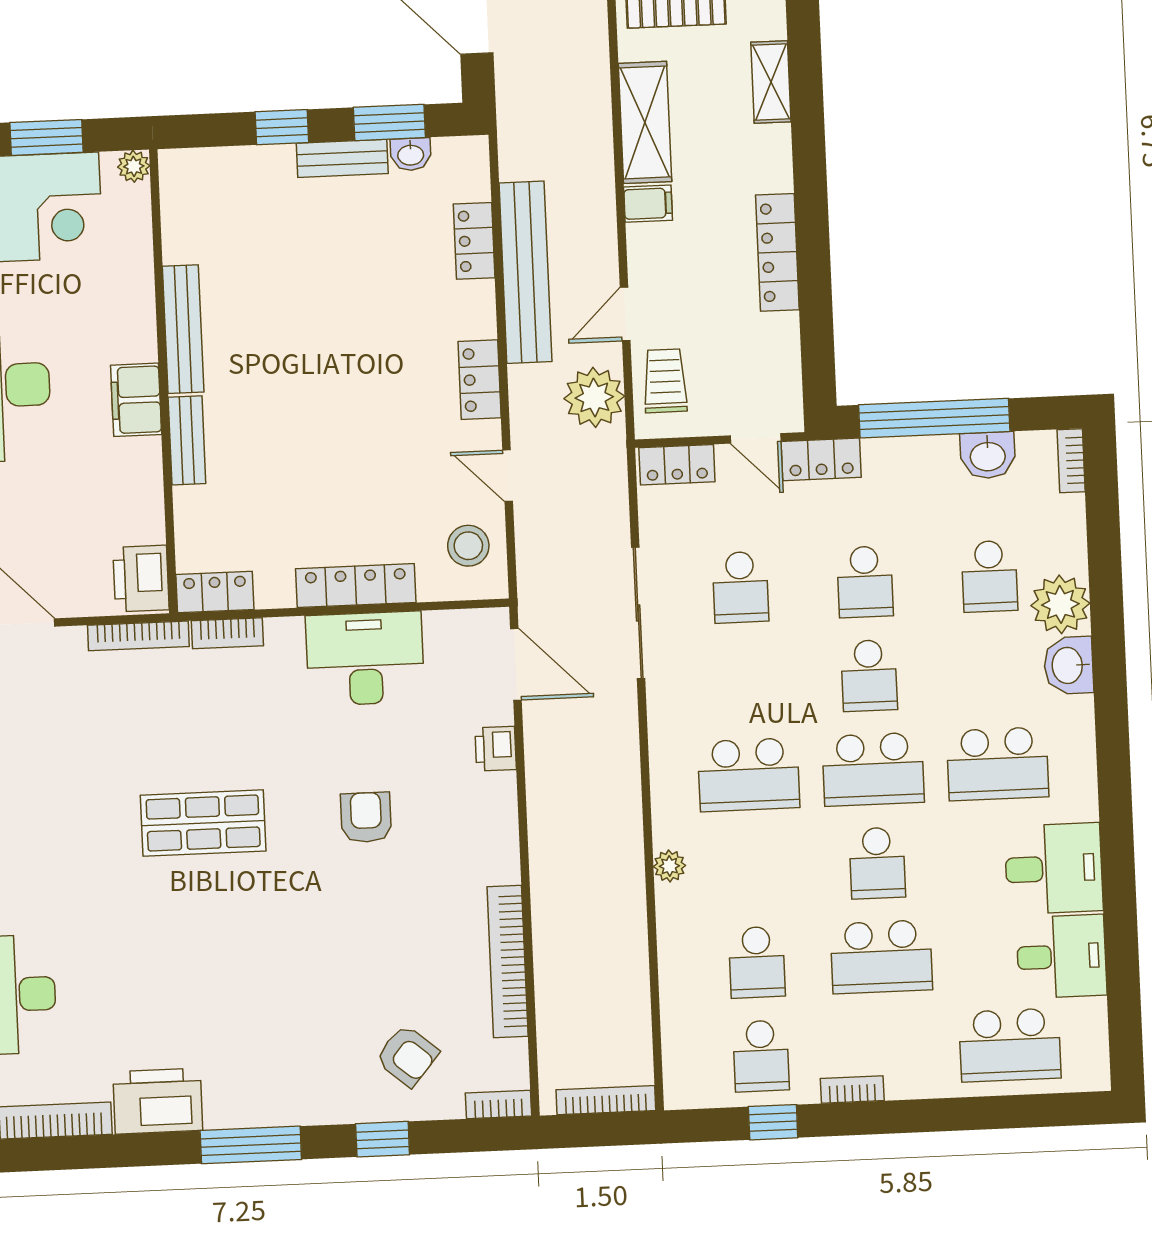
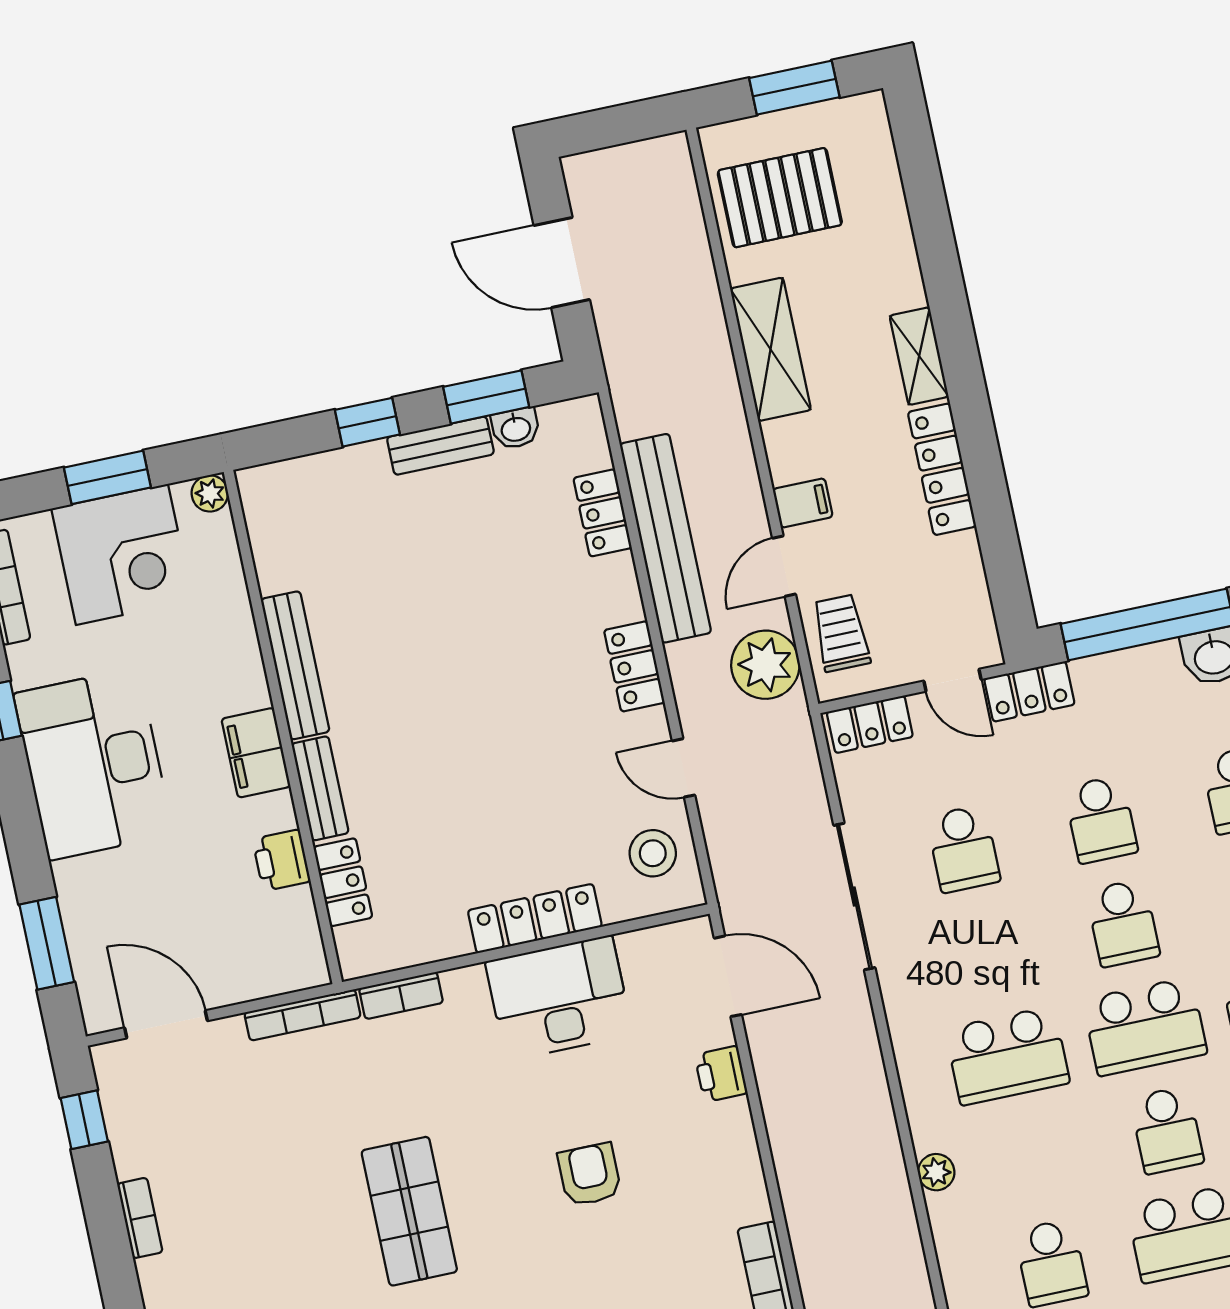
shelving: (771, 82) -> (919, 356), moved
filing cabinet: (648, 204) -> (803, 503), moved
printer: (141, 579) -> (281, 860), moved, width x0.73, depth x0.81
locker: (215, 592) -> (343, 882), moved, turned 90
shop shelf: (203, 823) -> (409, 1211), turned 90

